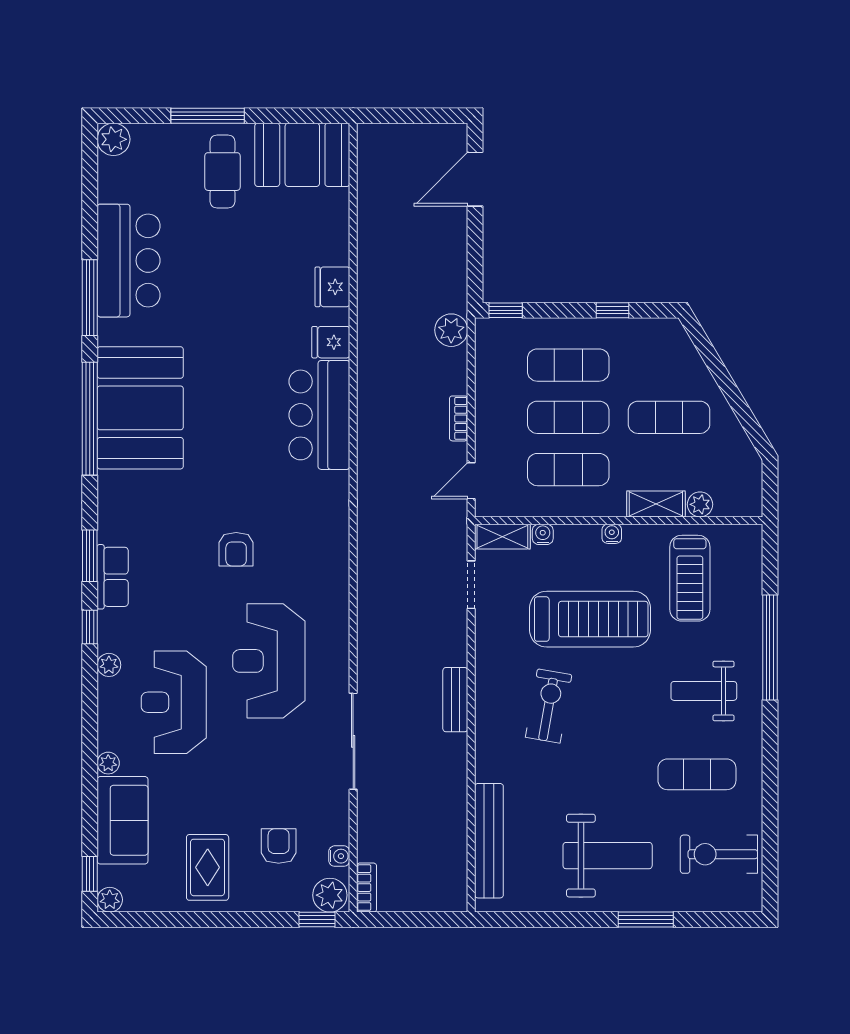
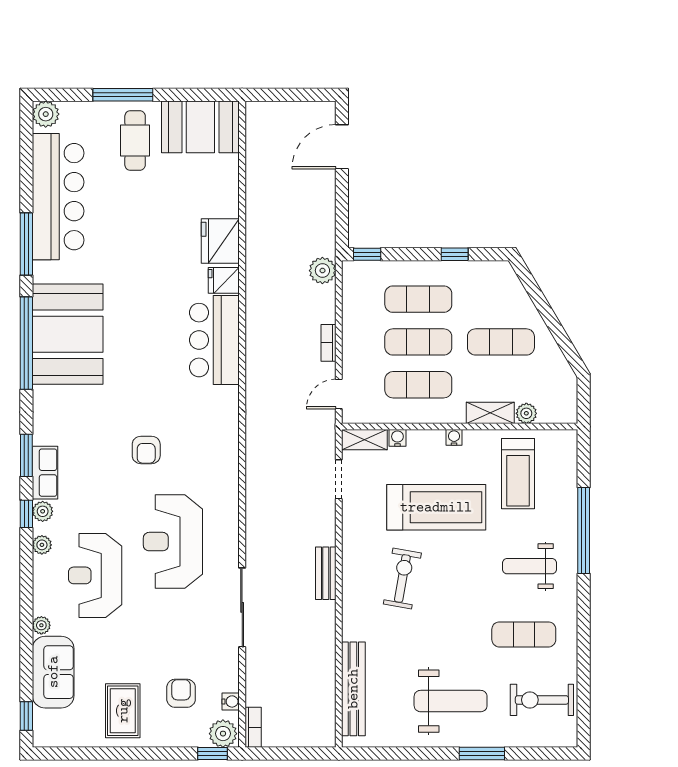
bar counter: (129, 261) -> (58, 197), width x1.36
fridge: (332, 287) -> (220, 241), width x1.36, depth x1.34
plant: (110, 900) -> (43, 511), moved

